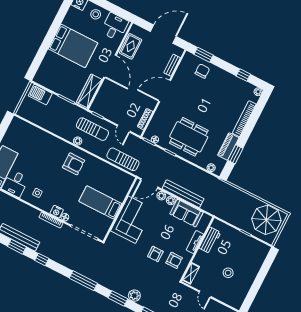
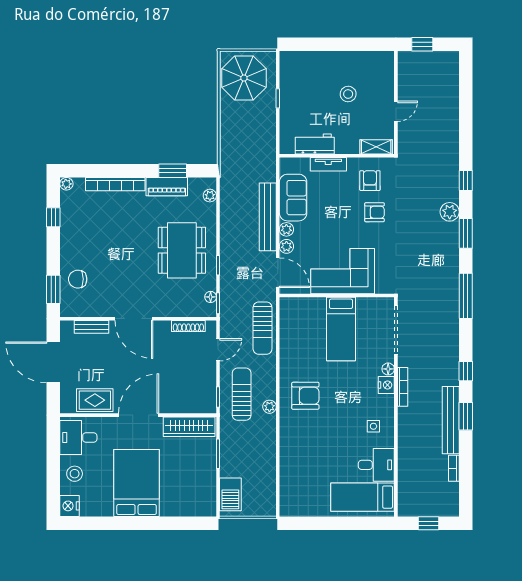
armchair: (73, 164) -> (305, 396), turned 90

